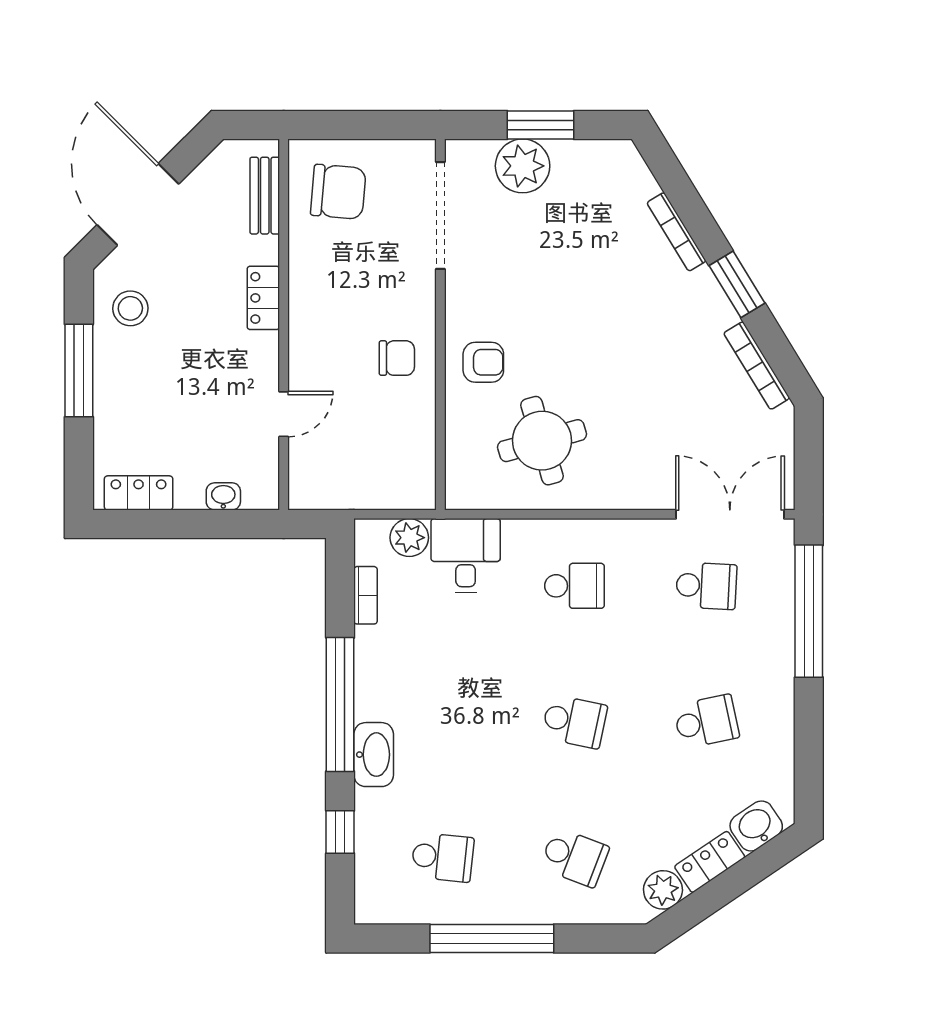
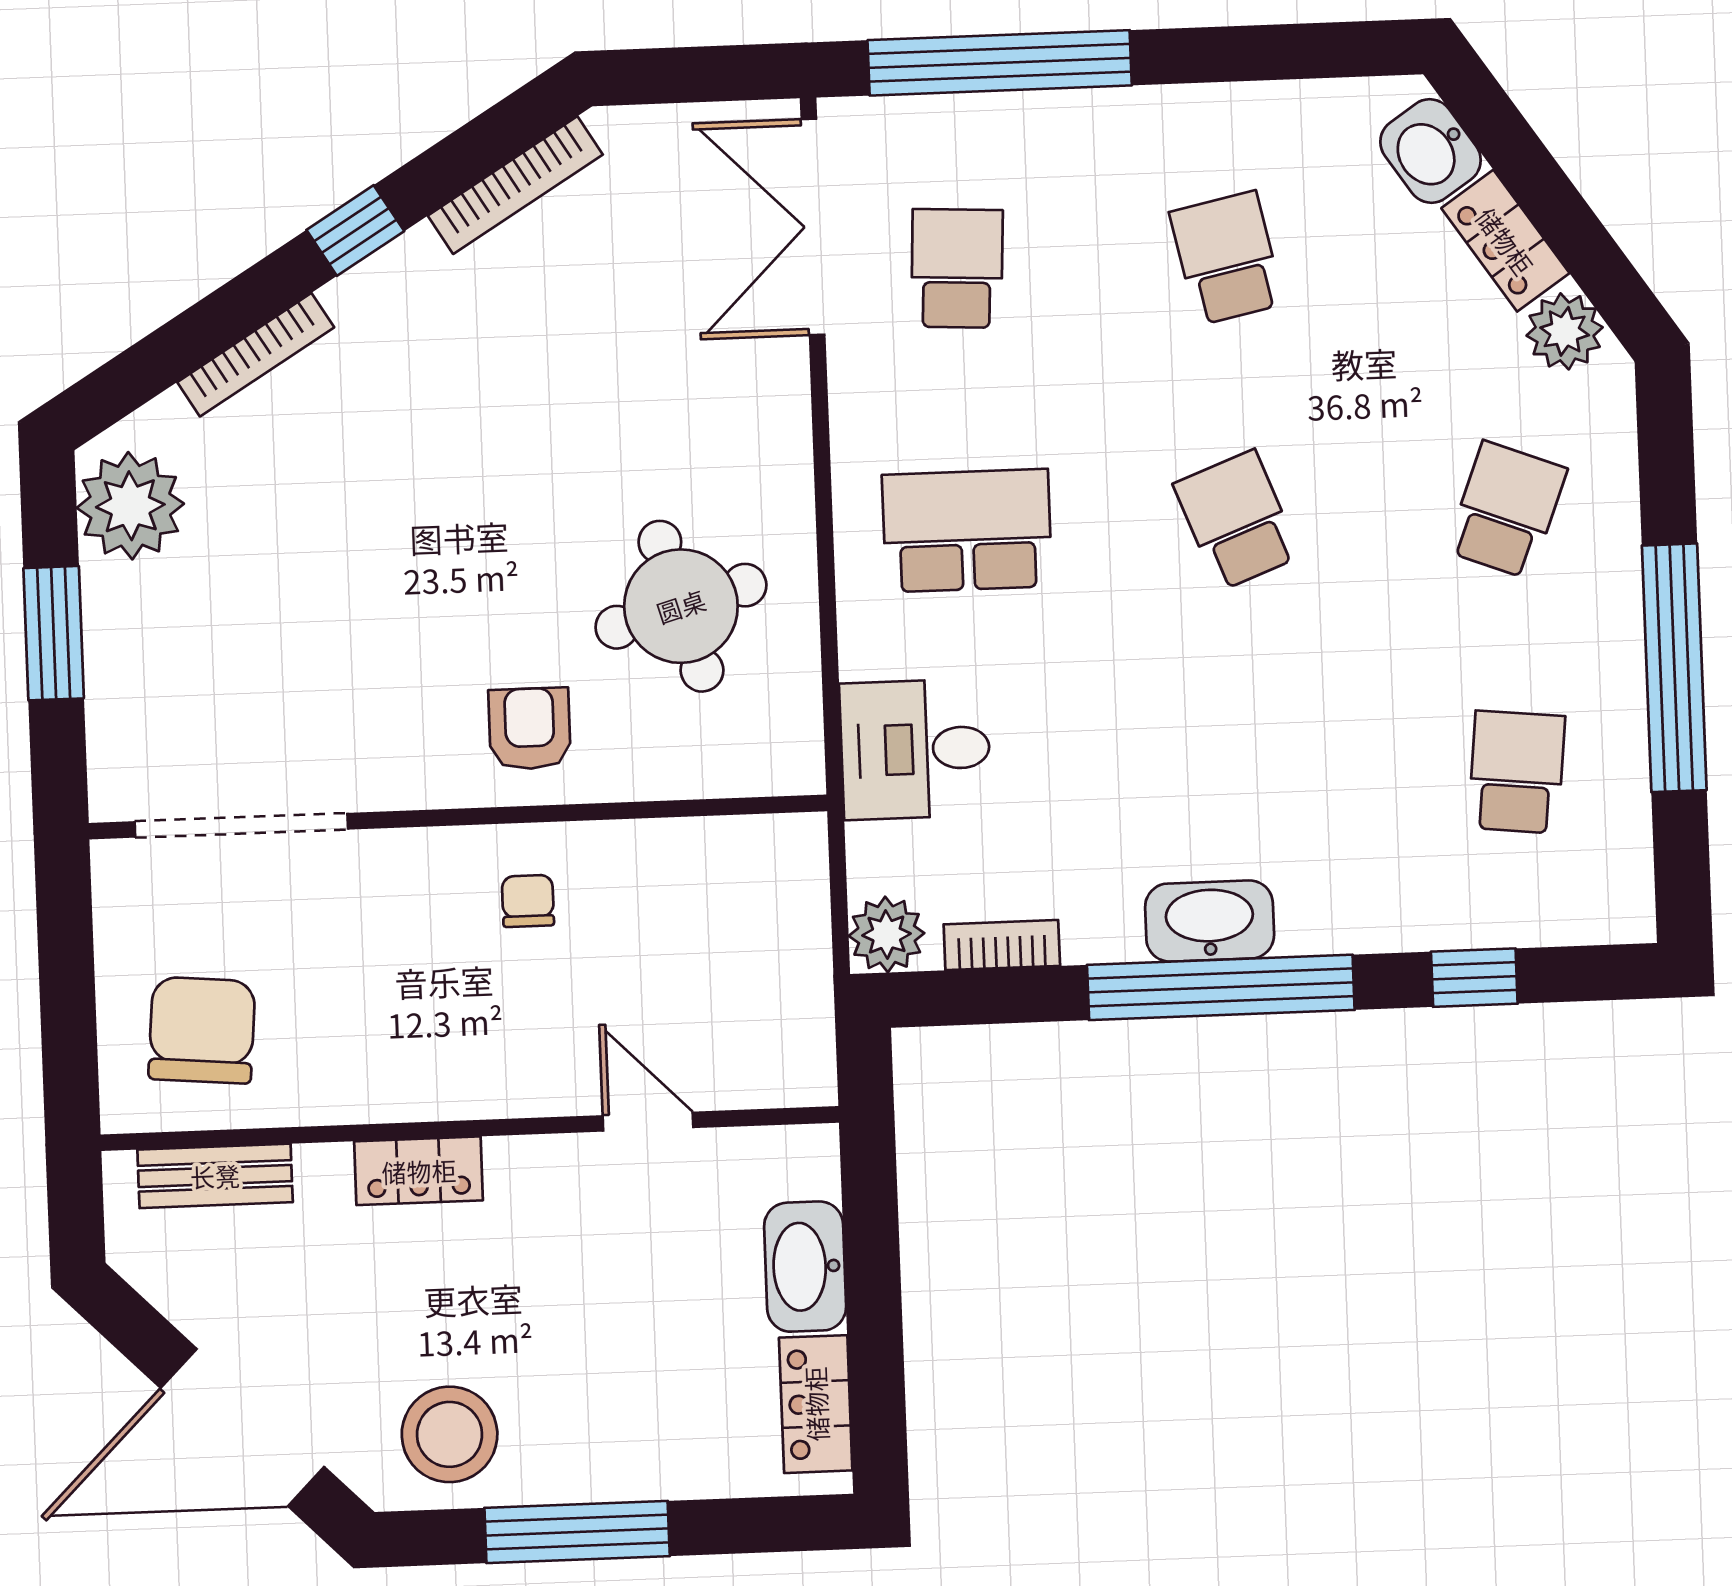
plant: (523, 166) -> (130, 506), moved
window: (737, 284) -> (355, 230), width x0.67
stool: (130, 308) -> (450, 1434), width x1.38, depth x1.38
chair: (397, 358) -> (528, 901), width x0.73, depth x0.73
washbasin: (223, 496) -> (805, 1267), width x1.91, depth x1.45
plant: (409, 538) -> (887, 934), moved
school desk: (574, 586) -> (967, 531), width x1.85
school desk: (574, 722) -> (1237, 520), turned -33
washbasin: (374, 755) -> (1210, 921), moved

